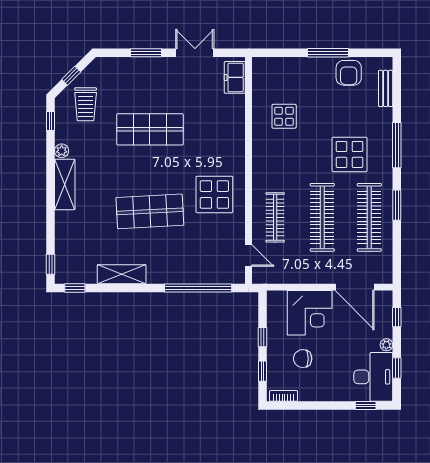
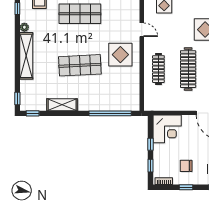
shelving: (65, 184) -> (26, 56), width x1.47
door: (248, 256) -> (142, 30), moved
corner desk: (310, 313) -> (167, 129), moved
chair: (303, 359) -> (186, 166), moved
window: (319, 406) -> (186, 187), added

